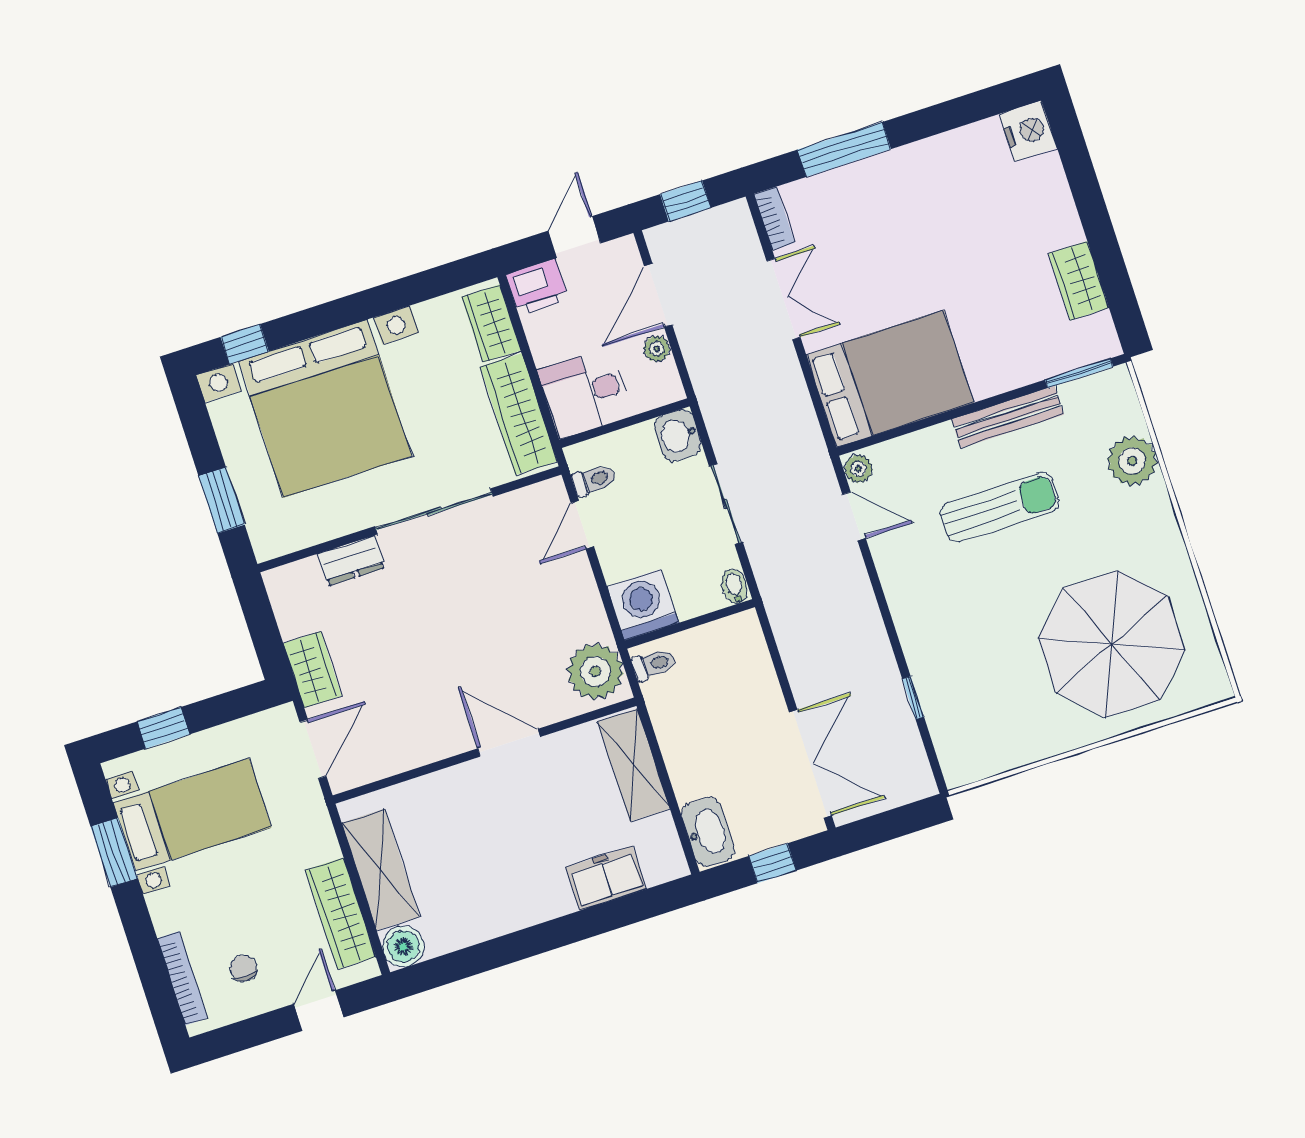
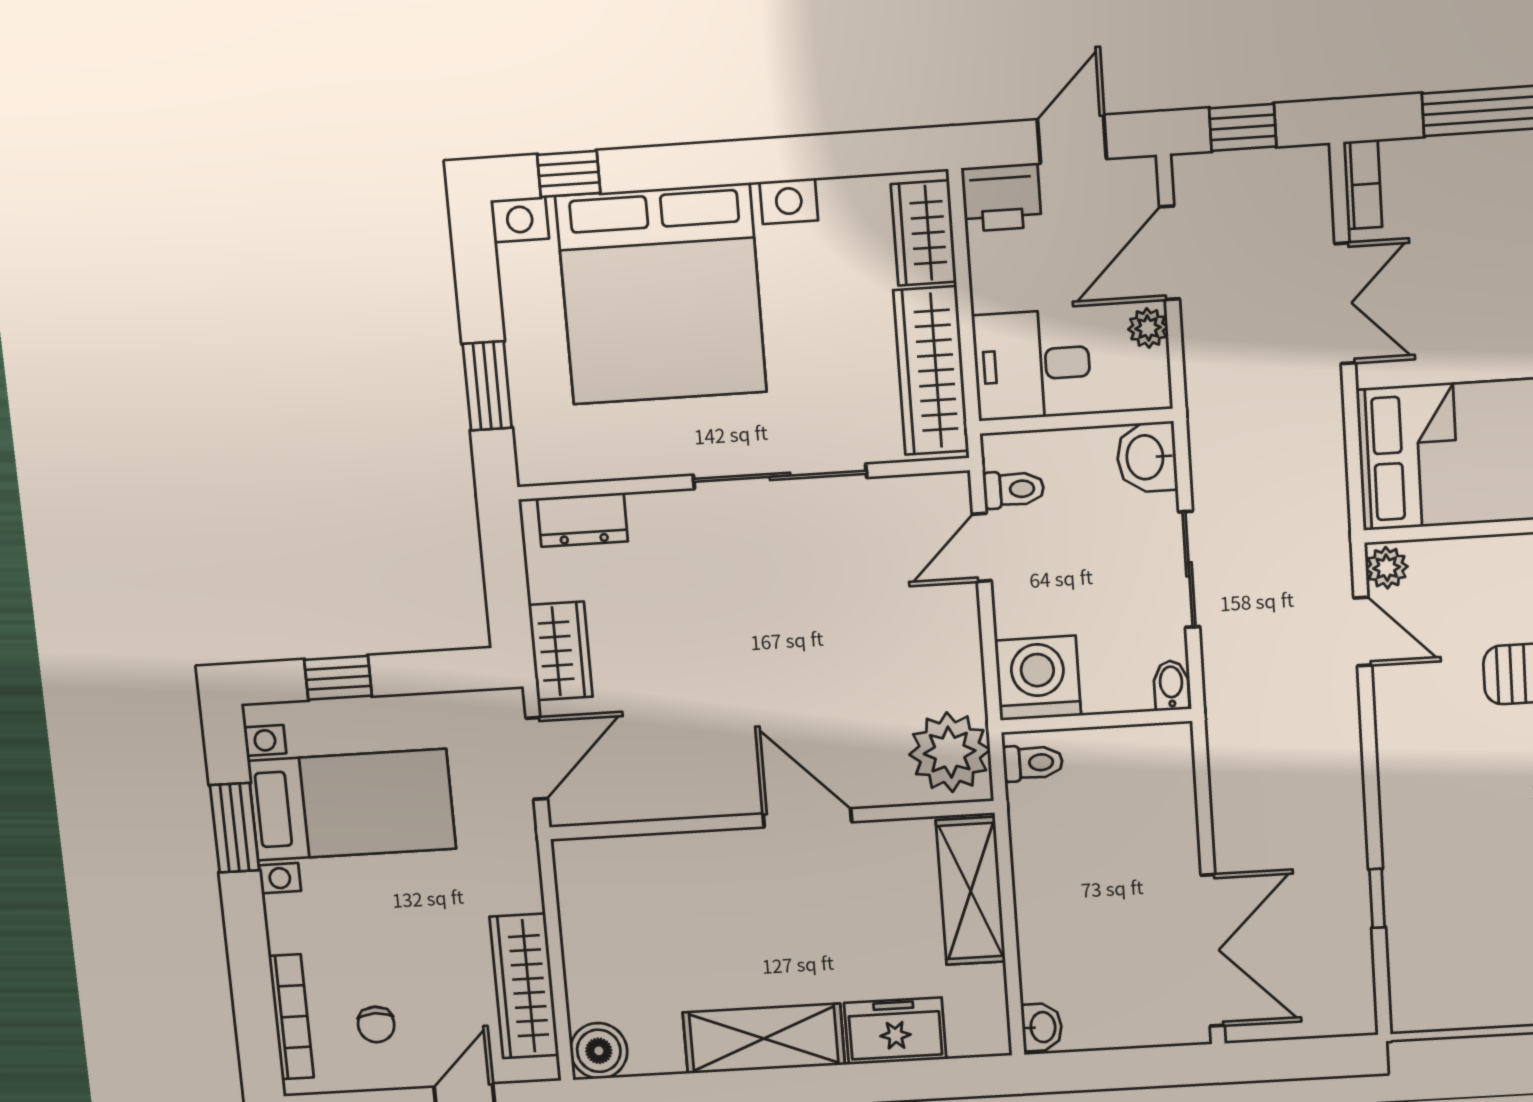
dresser: (351, 561) -> (582, 520), moved
washbasin: (708, 832) -> (1042, 1027), width x0.52, depth x0.69
window: (772, 863) -> (1126, 1068), removed
shelving: (381, 870) -> (764, 1039), moved, turned 90
chair: (243, 968) -> (376, 1024), turned 180

